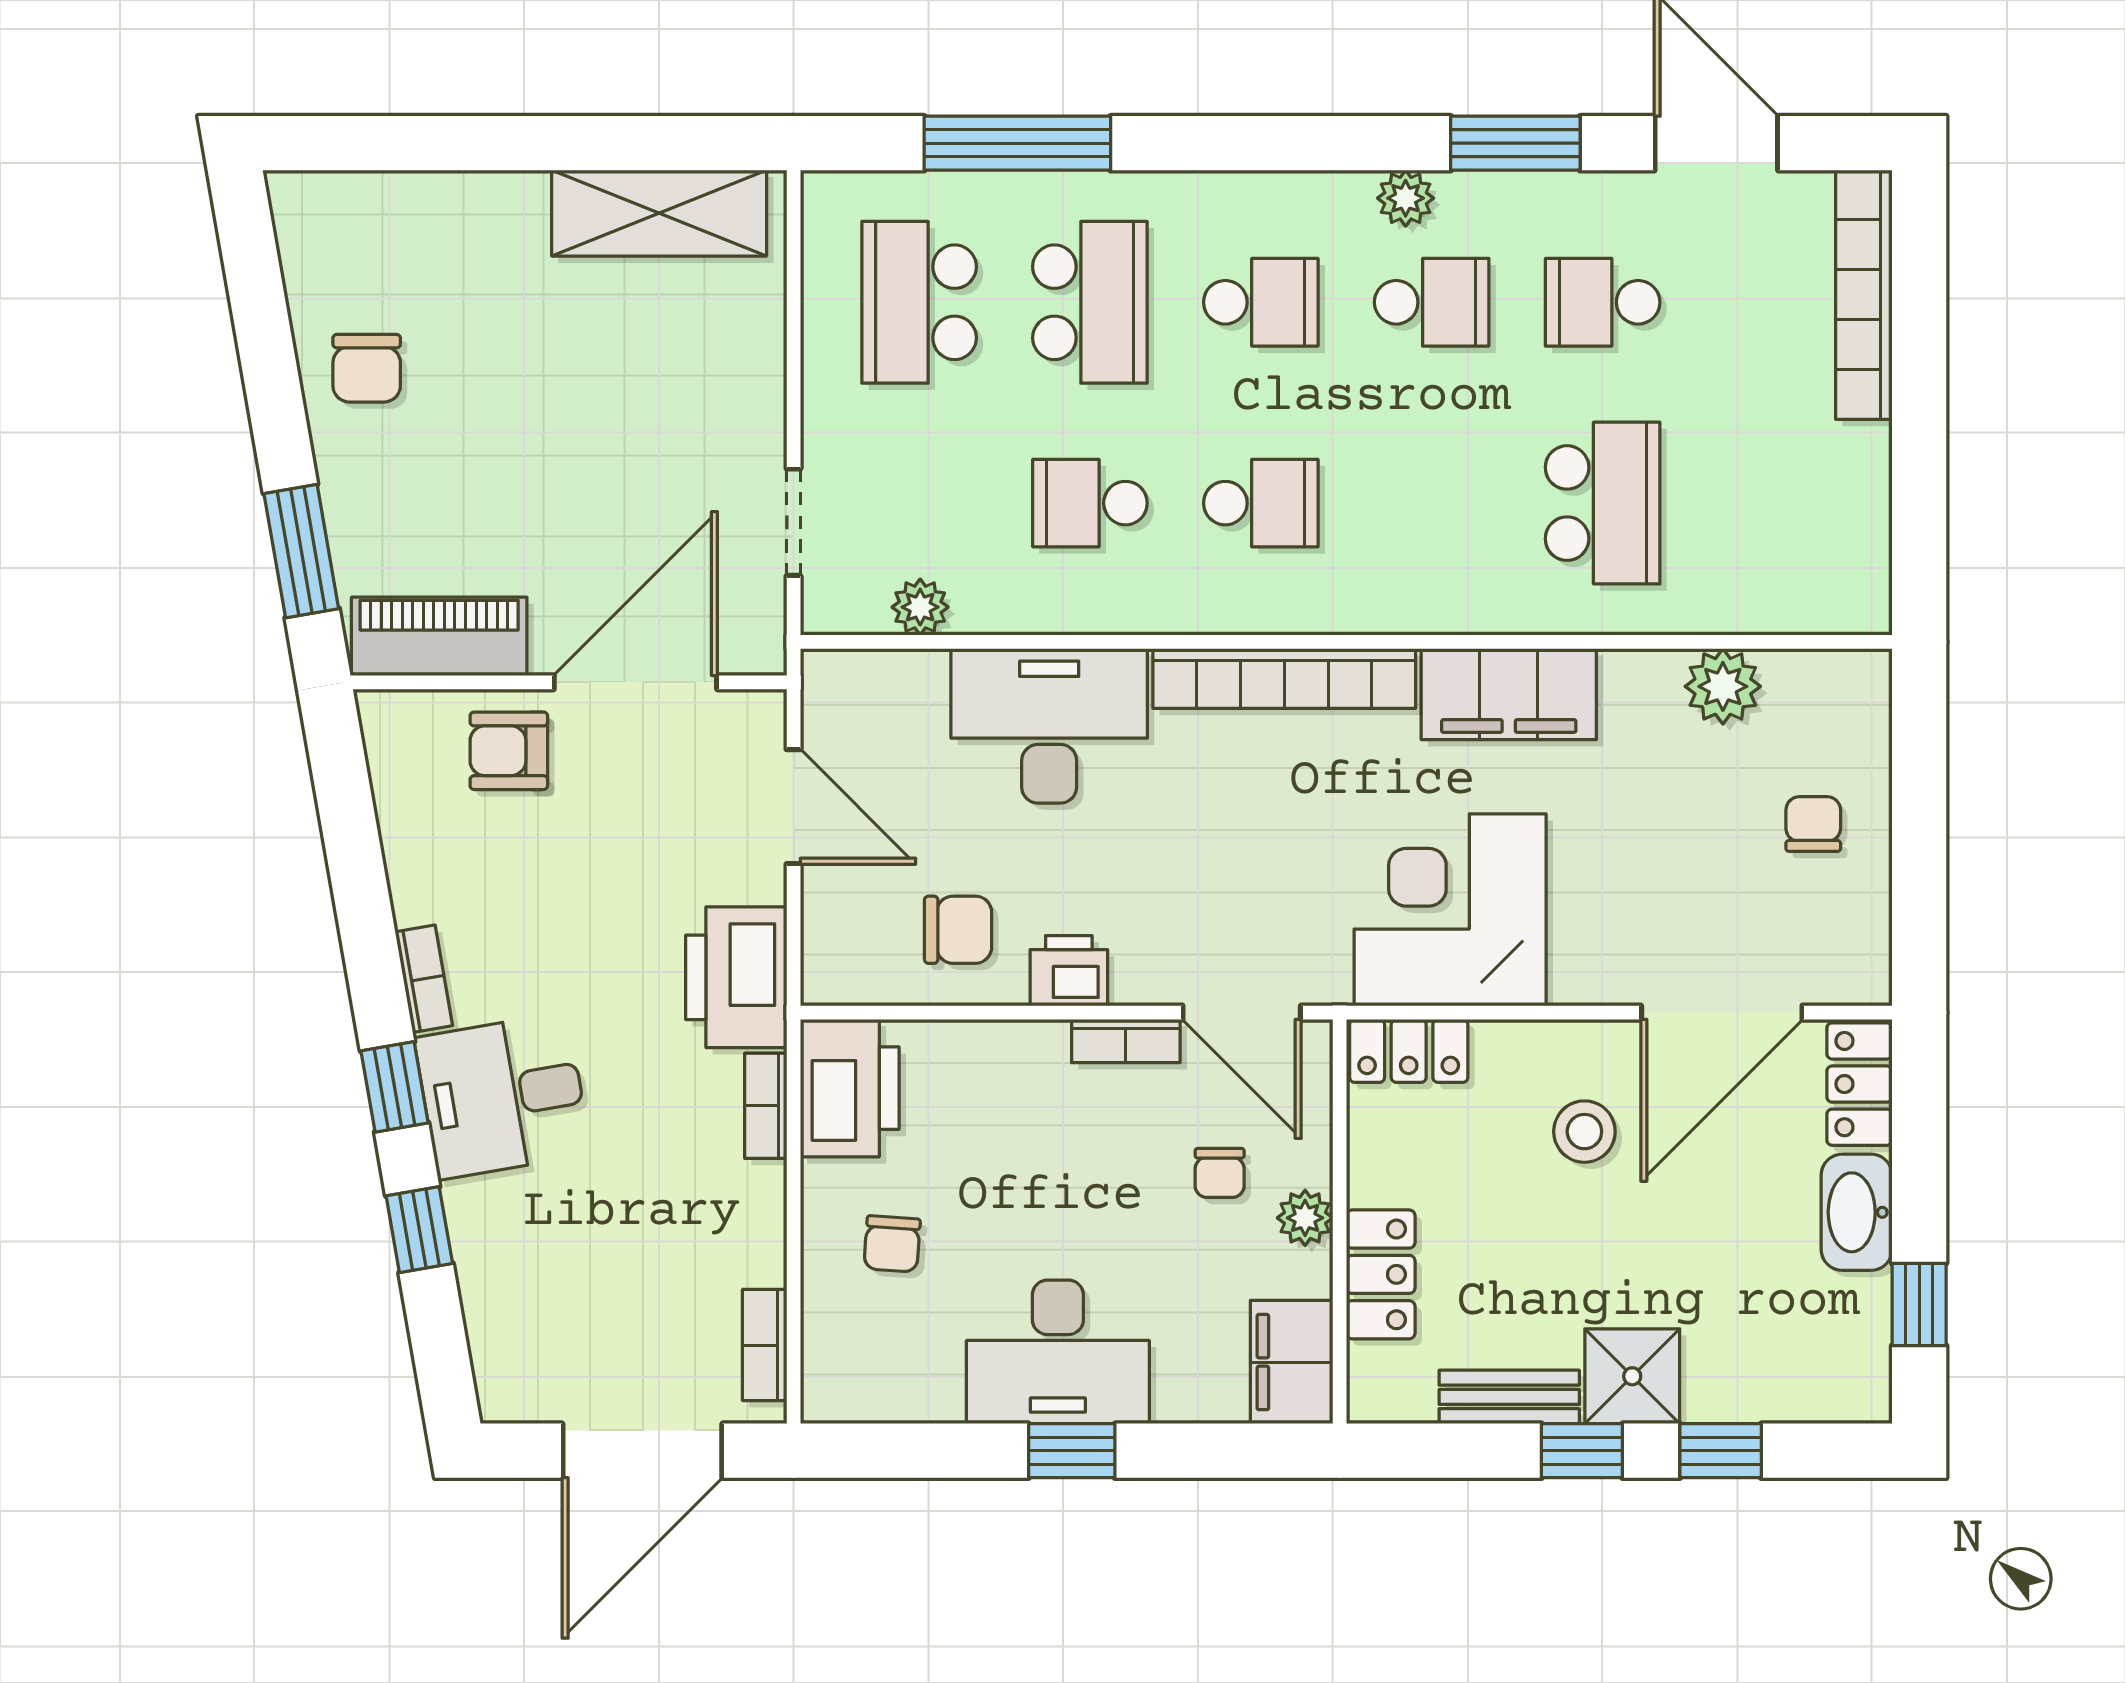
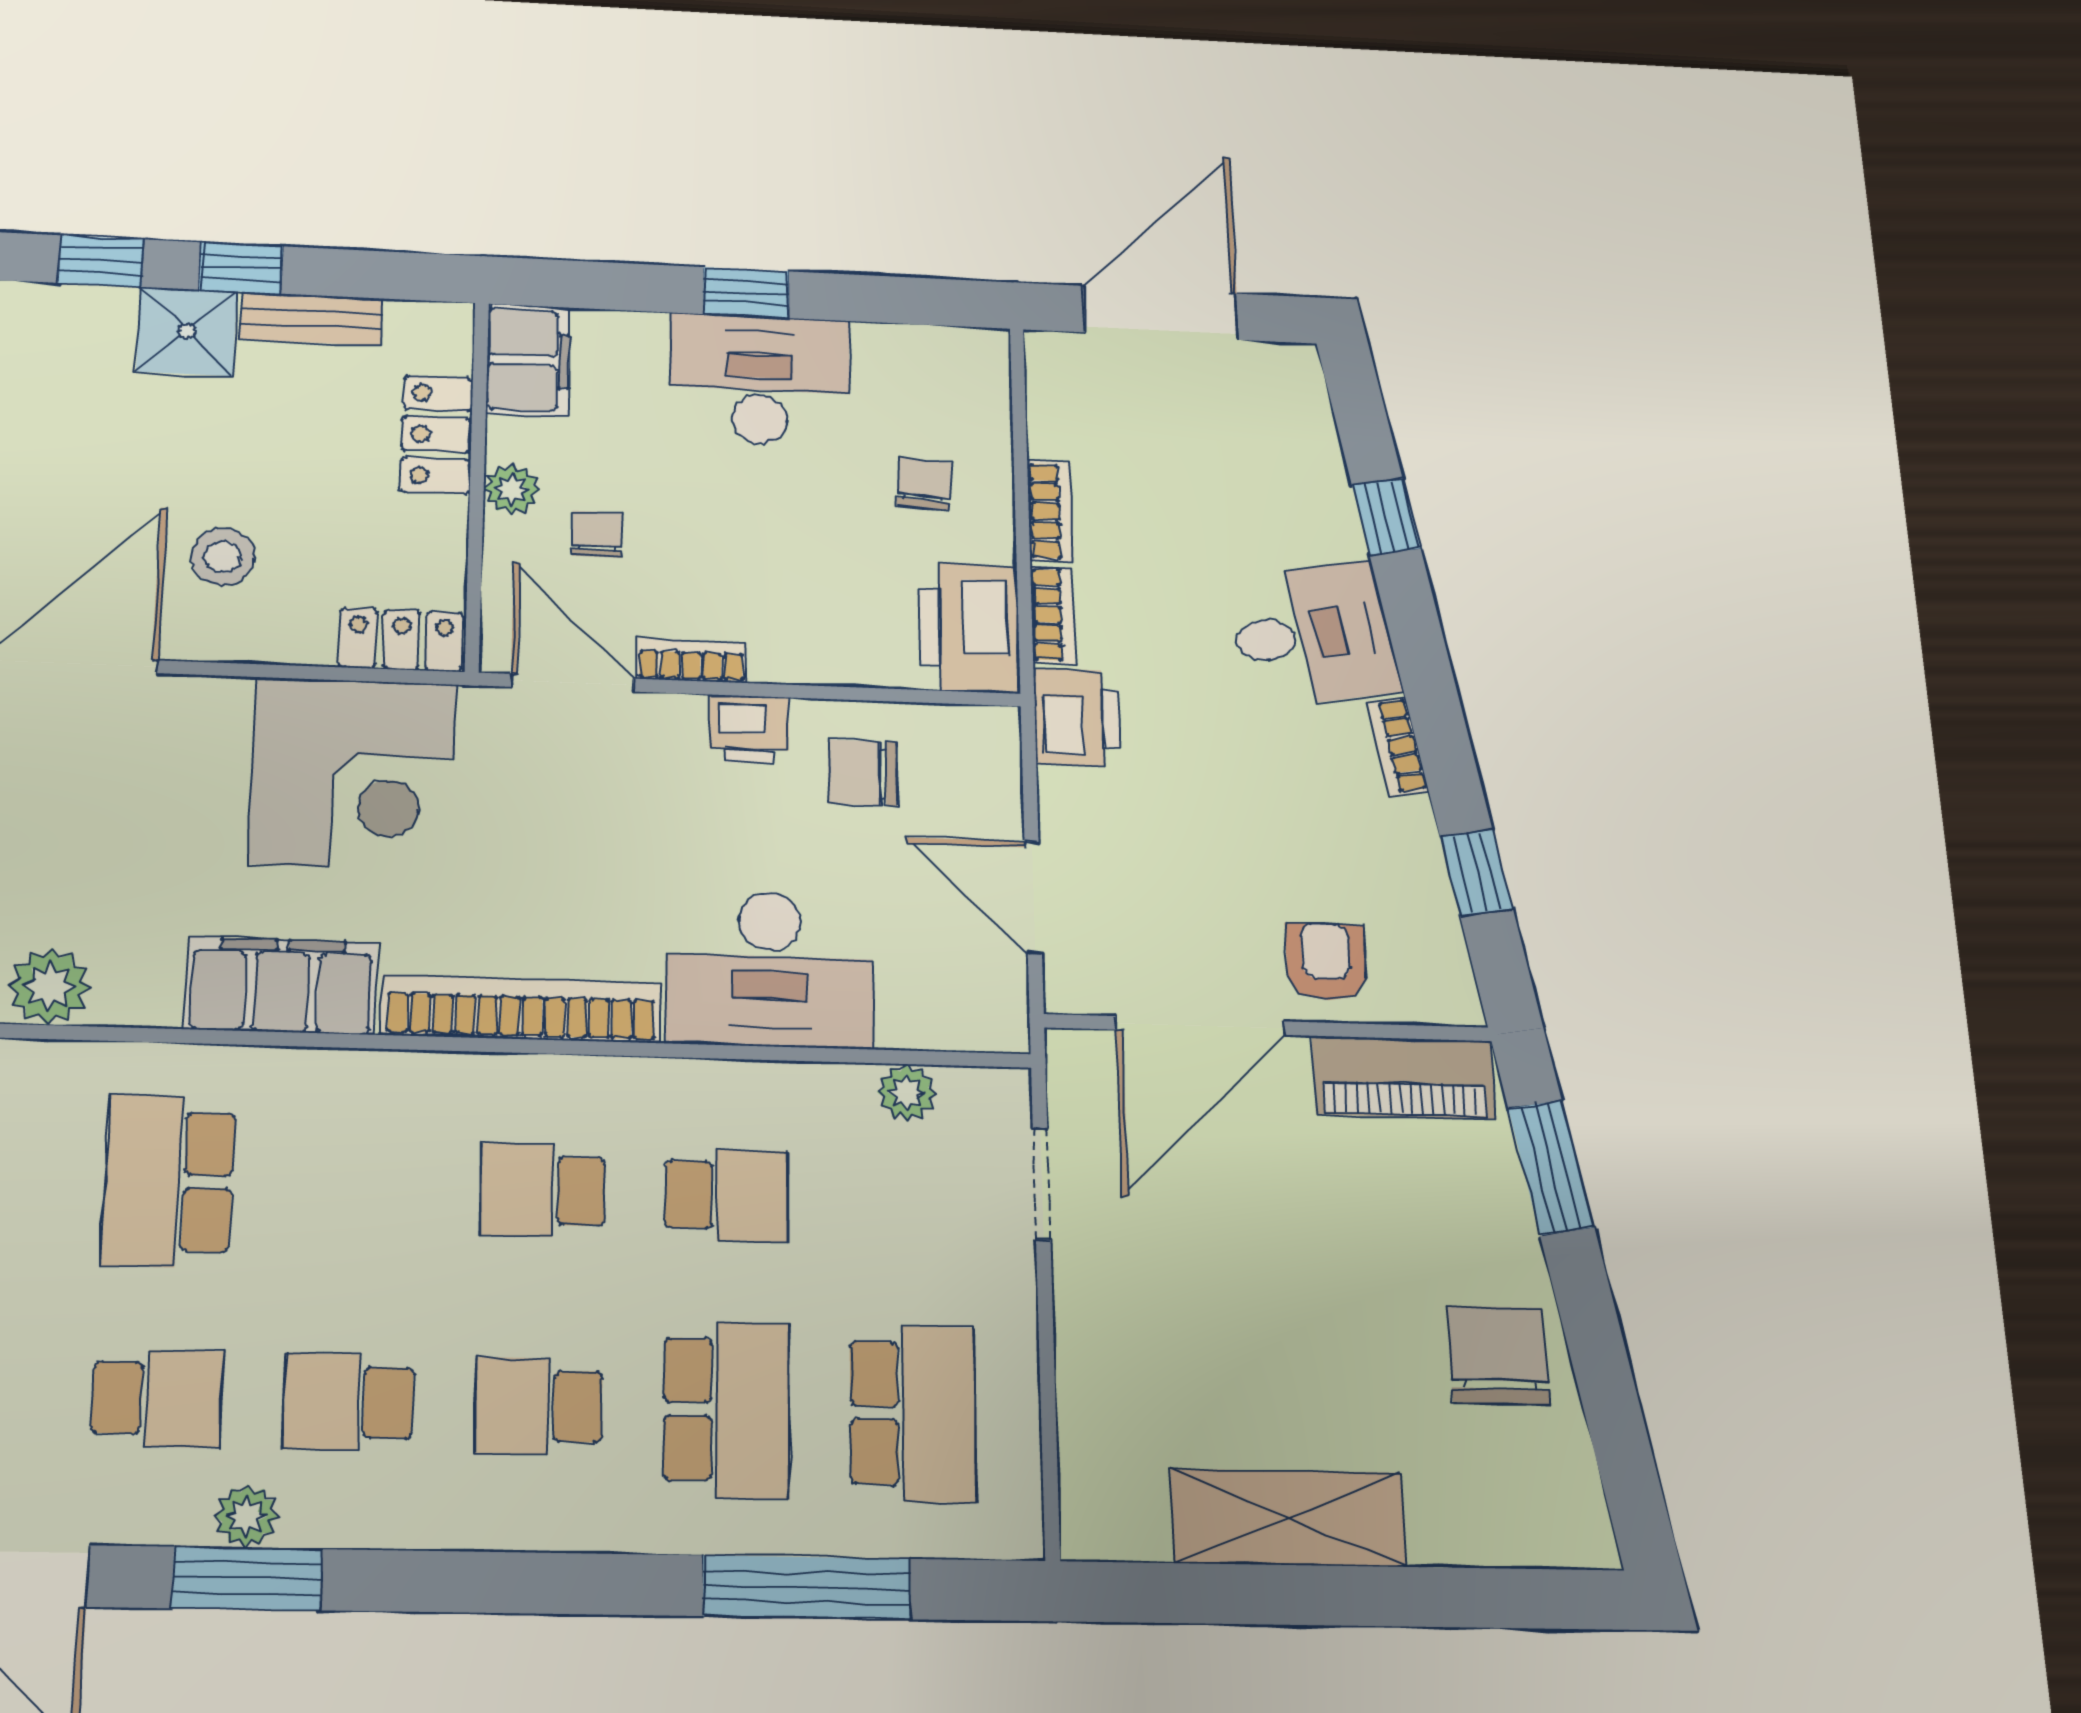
plant: (1406, 198) -> (246, 1516), moved
shelving: (659, 213) -> (1288, 1518), moved
school desk: (1090, 302) -> (727, 1410), turned 180
chair: (367, 368) -> (1498, 1355), width x1.37, depth x1.37
armchair: (509, 751) -> (1326, 962), turned -90
printer: (736, 977) -> (1077, 717), width x0.73, depth x0.84
window: (395, 1087) -> (1476, 873), moved
bookcase: (765, 1345) -> (1050, 511), moved

